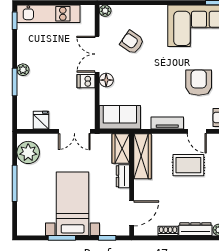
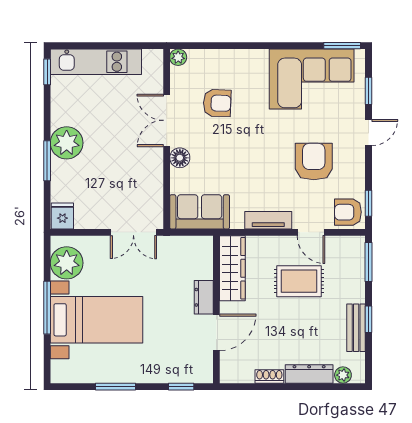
armchair: (132, 42) -> (217, 103), turned 147
plant: (23, 70) -> (67, 143), width x1.88, depth x1.88
dishwasher: (86, 81) -> (150, 159), removed
fridge: (41, 120) -> (62, 216), moved
wardrobe: (121, 149) -> (201, 257), removed
bed with nightstands: (73, 204) -> (97, 320), moved, turned 90
door: (132, 213) -> (216, 332), moved

